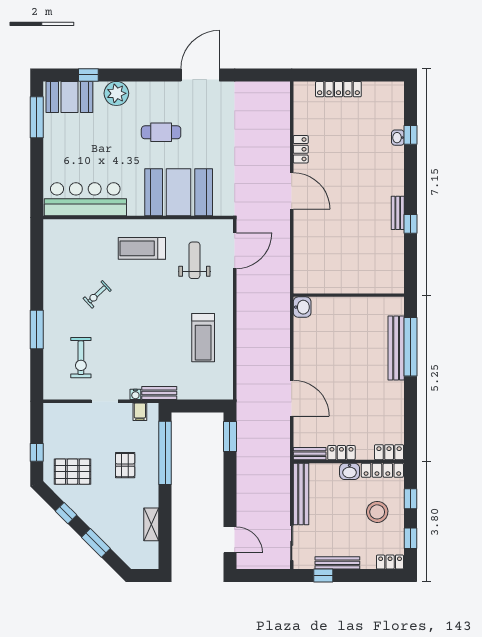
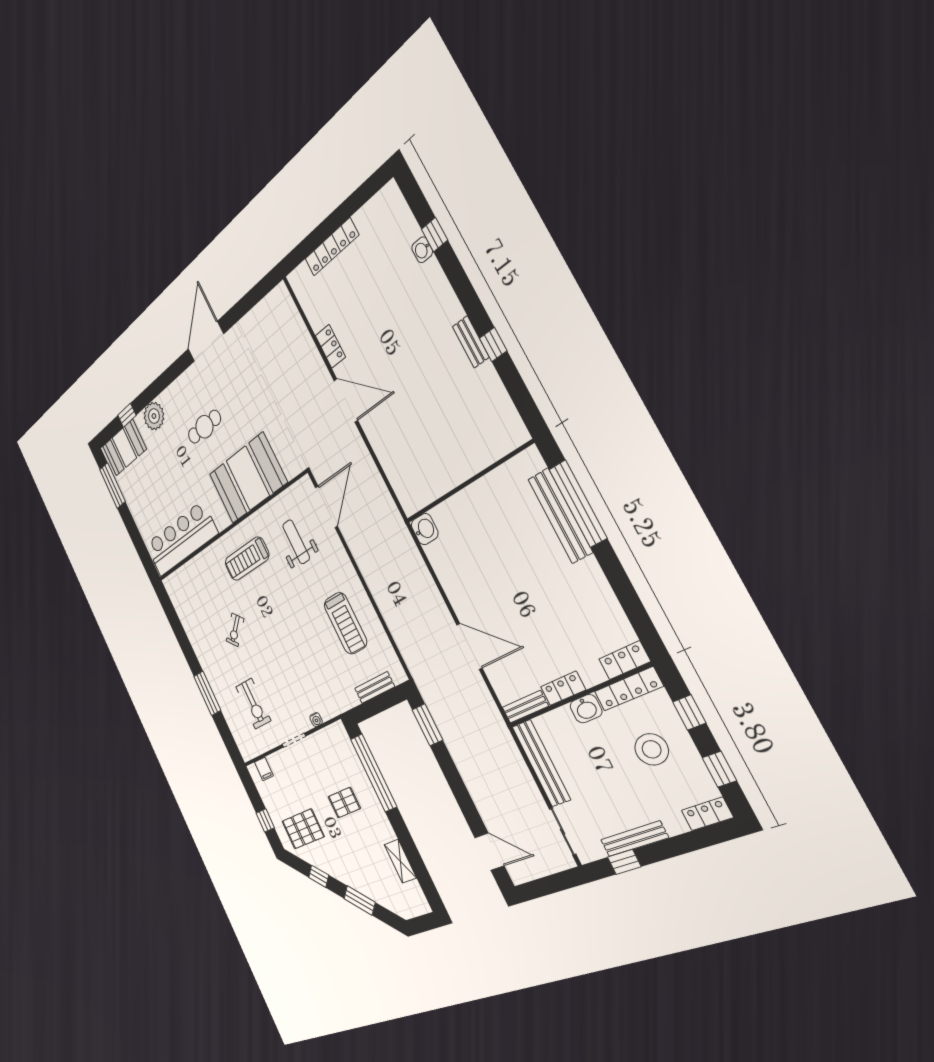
bench: (159, 393) -> (375, 688), moved
filing cabinet: (140, 412) -> (264, 769), moved
pallet: (125, 465) -> (344, 802), turned 90

